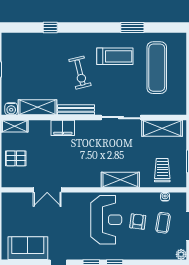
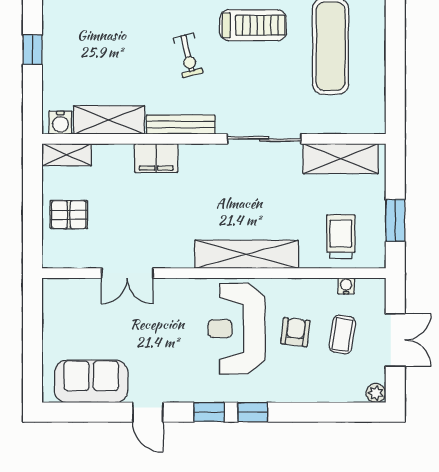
exercise bike: (80, 73) -> (188, 55), width x0.73, depth x0.72
shelving: (120, 180) -> (247, 254), width x1.47
reception desk: (106, 220) -> (237, 329), turned 180

